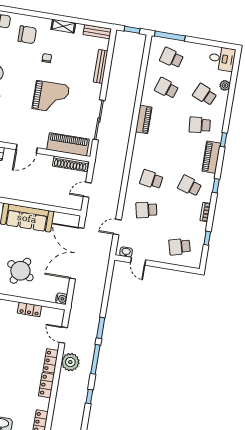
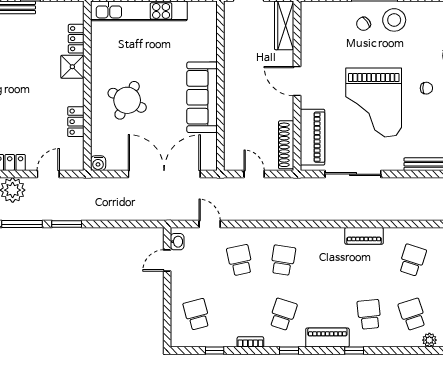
school desk: (205, 95) -> (412, 314), turned -42
grand piano: (51, 97) -> (374, 102), width x1.37, depth x1.48

